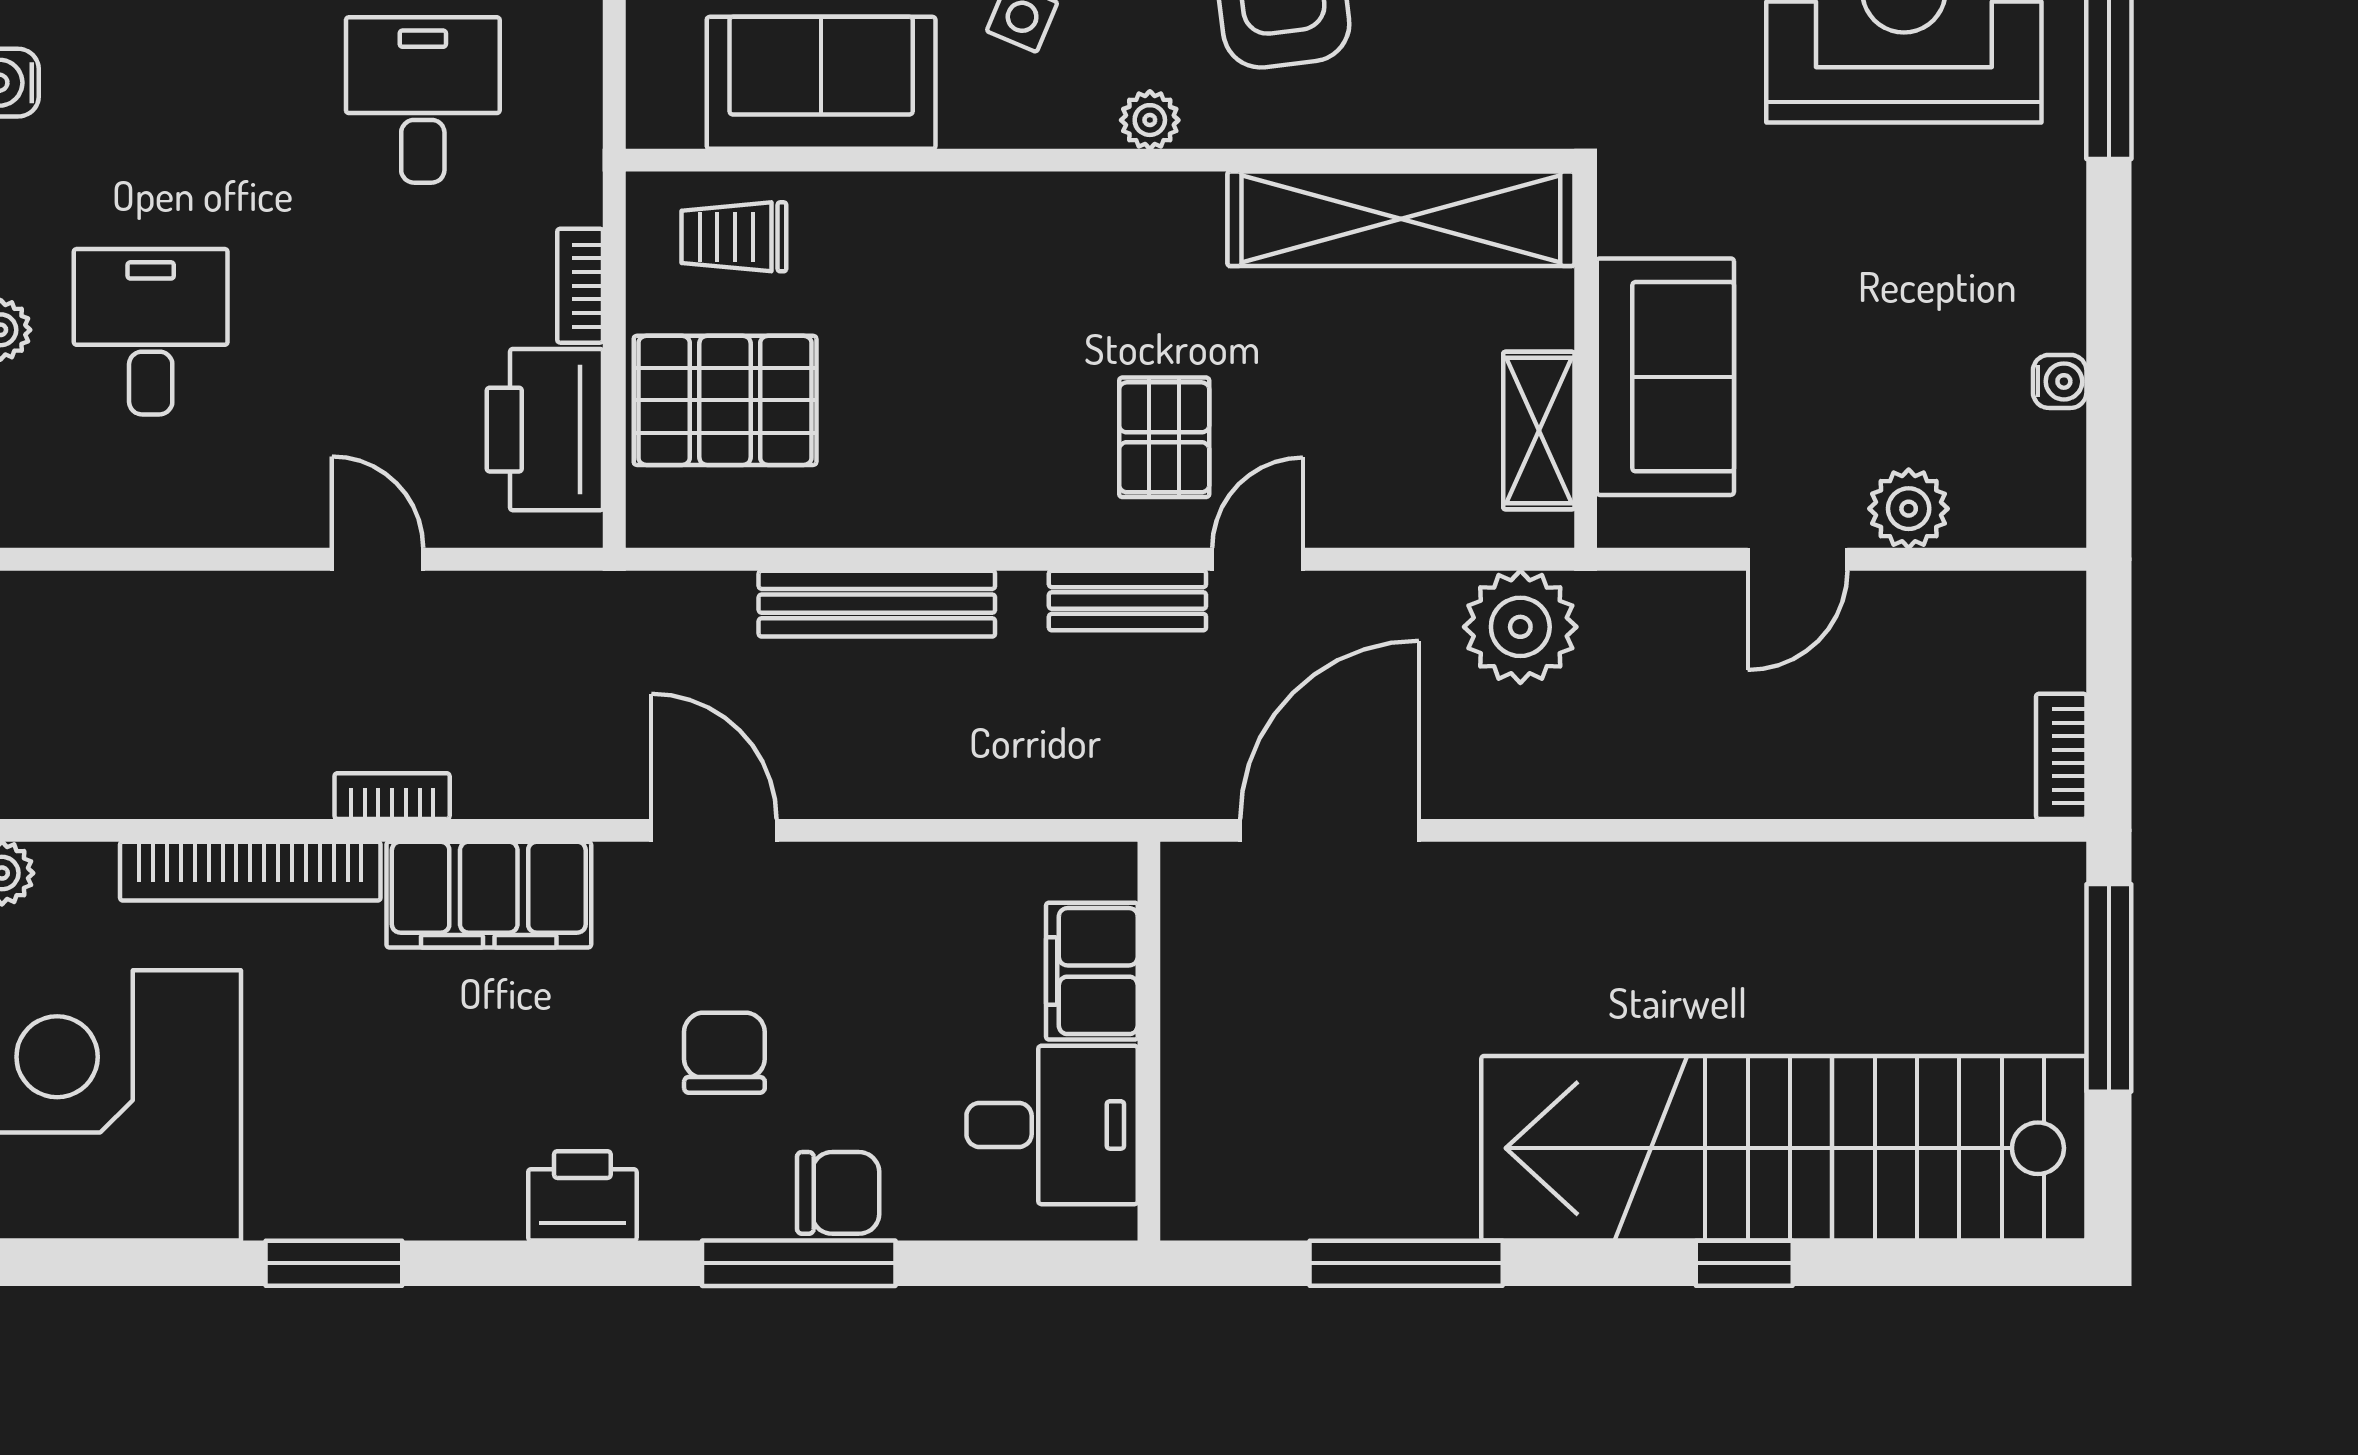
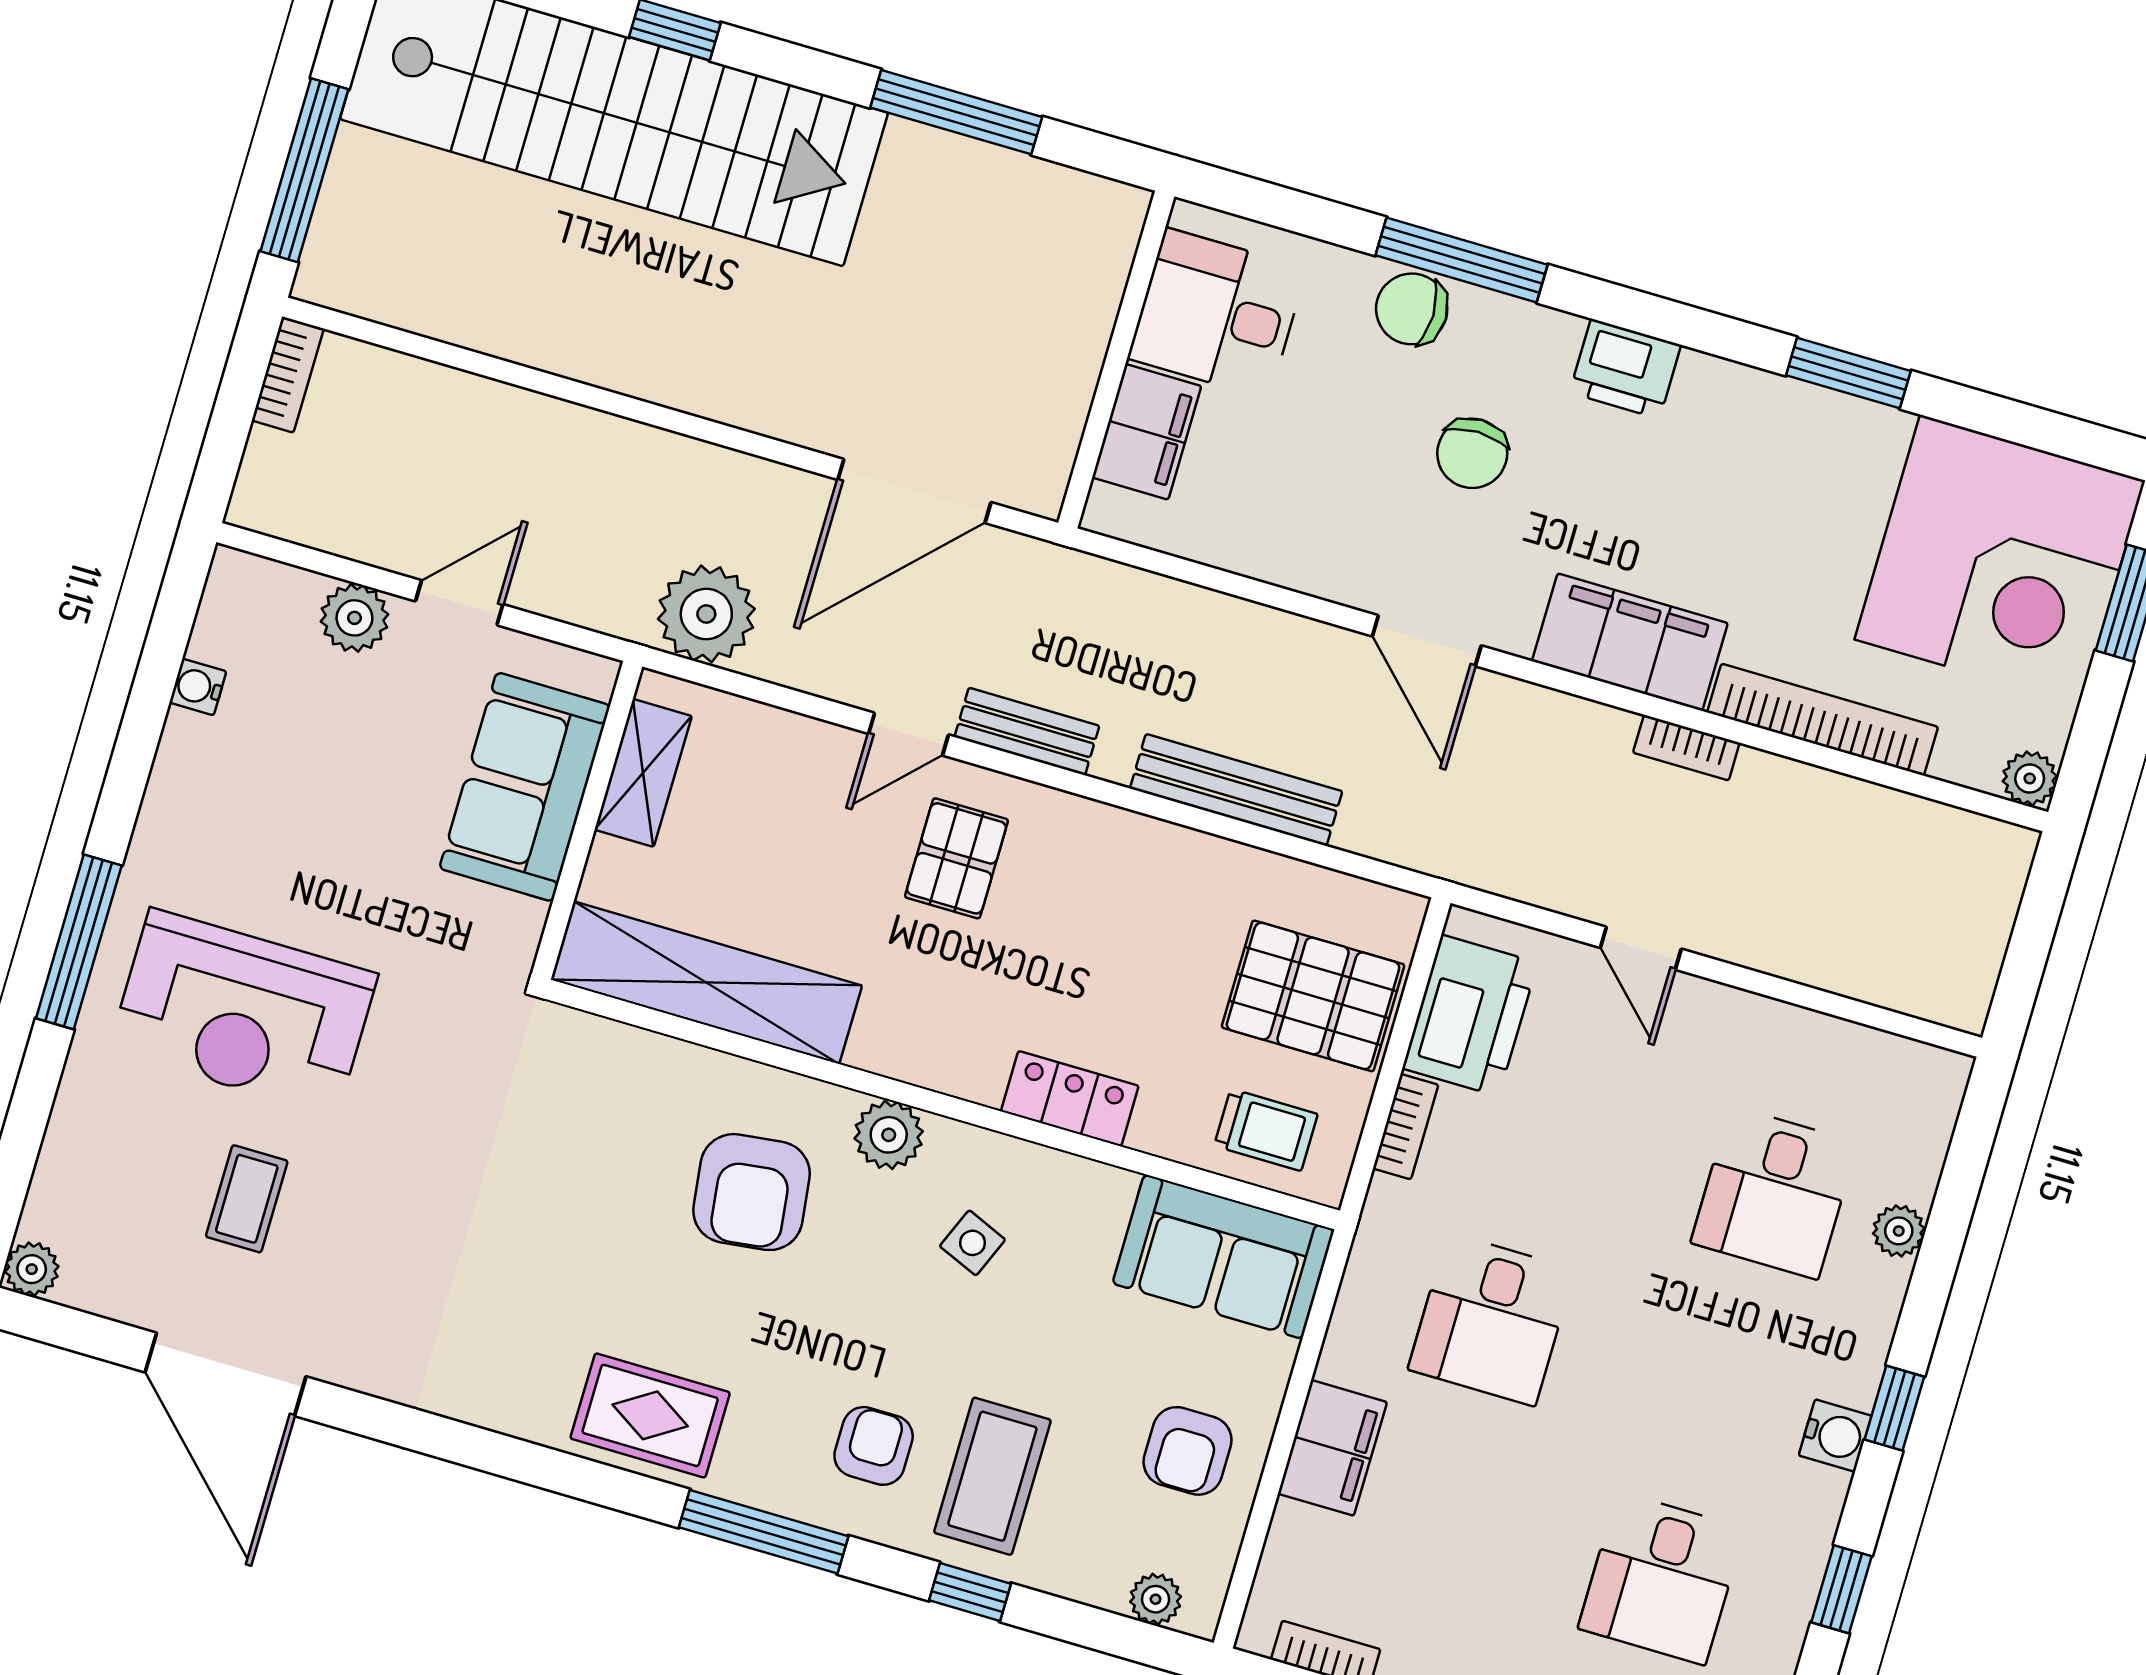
sofa: (821, 83) -> (1223, 1257), moved
plant: (1150, 120) -> (889, 1135), width x1.38, depth x1.38
locker: (961, 208) -> (1070, 1099), added

